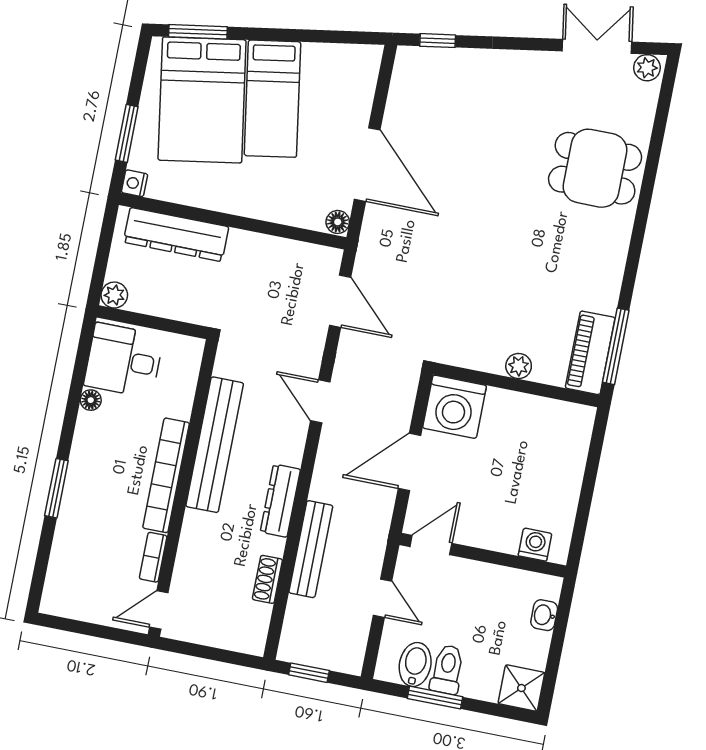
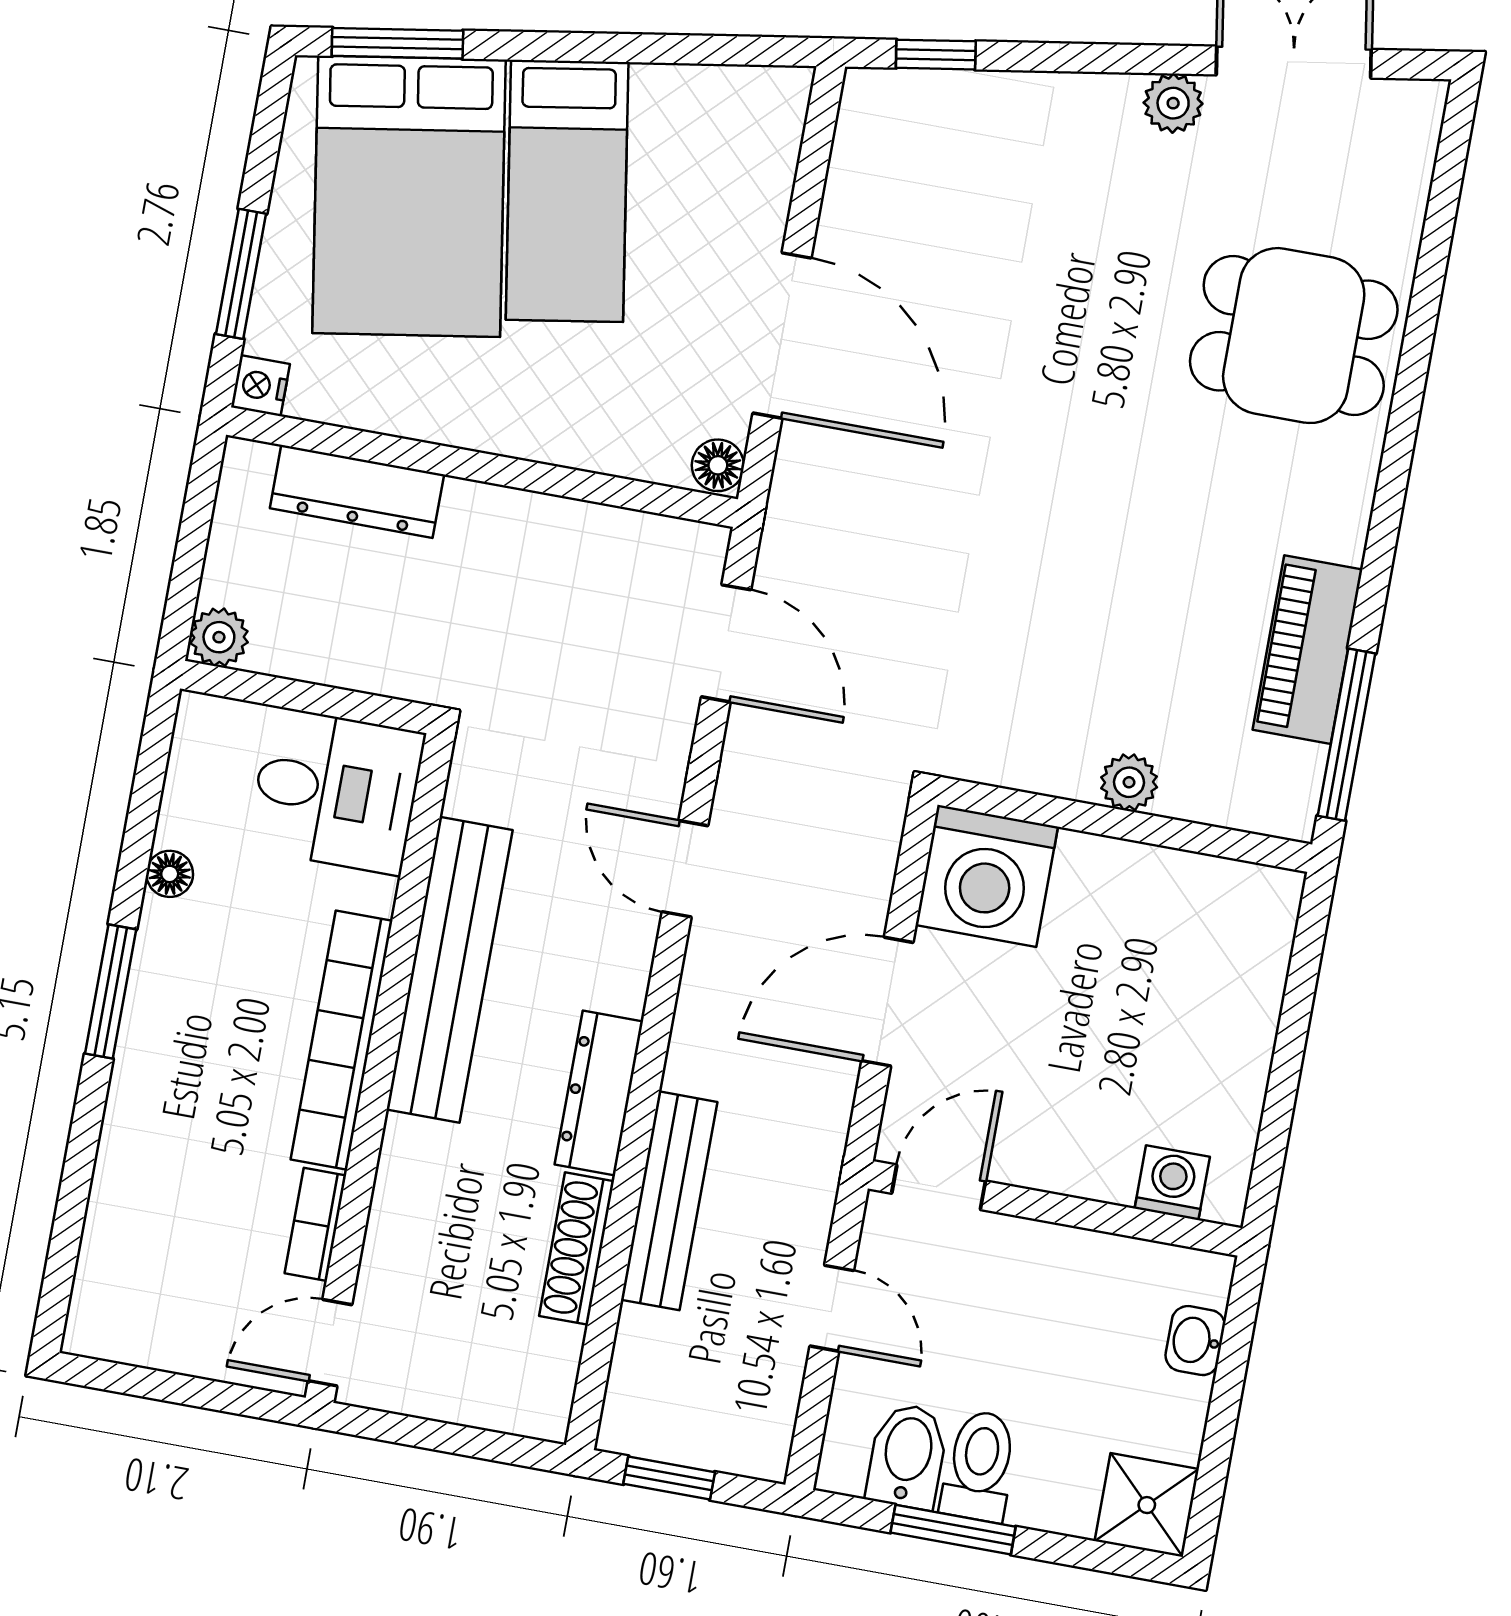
plant: (647, 68) -> (1173, 103), moved
dresser: (176, 235) -> (357, 491), width x0.73, depth x0.80
piano: (590, 353) -> (1308, 650), moved
desk: (124, 360) -> (336, 791), moved, turned 180
window: (56, 488) -> (111, 991), moved
shoe rack: (267, 579) -> (577, 1249), width x1.43

